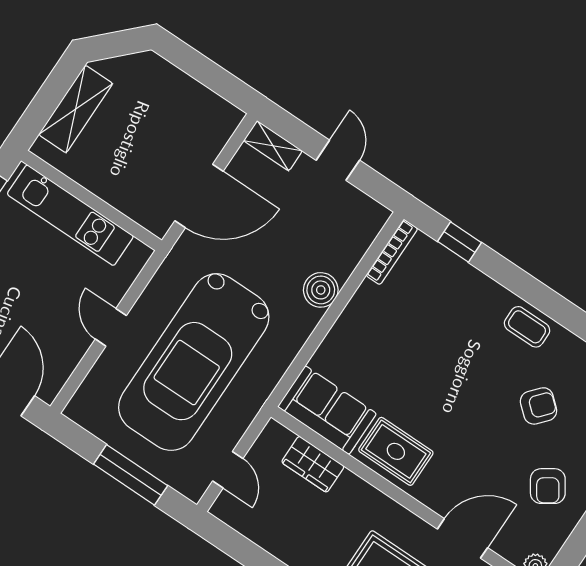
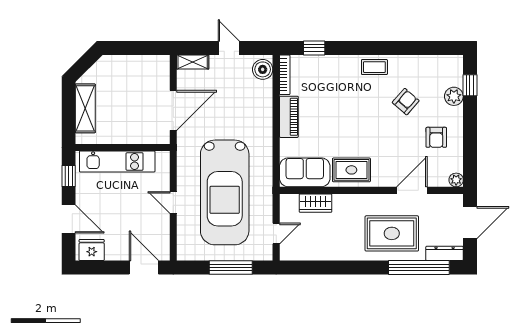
boiler: (321, 290) -> (263, 69), moved
piano: (358, 316) -> (289, 117), added
door: (228, 470) -> (276, 233), hinge flipped
armchair: (548, 486) -> (436, 137), turned 34

